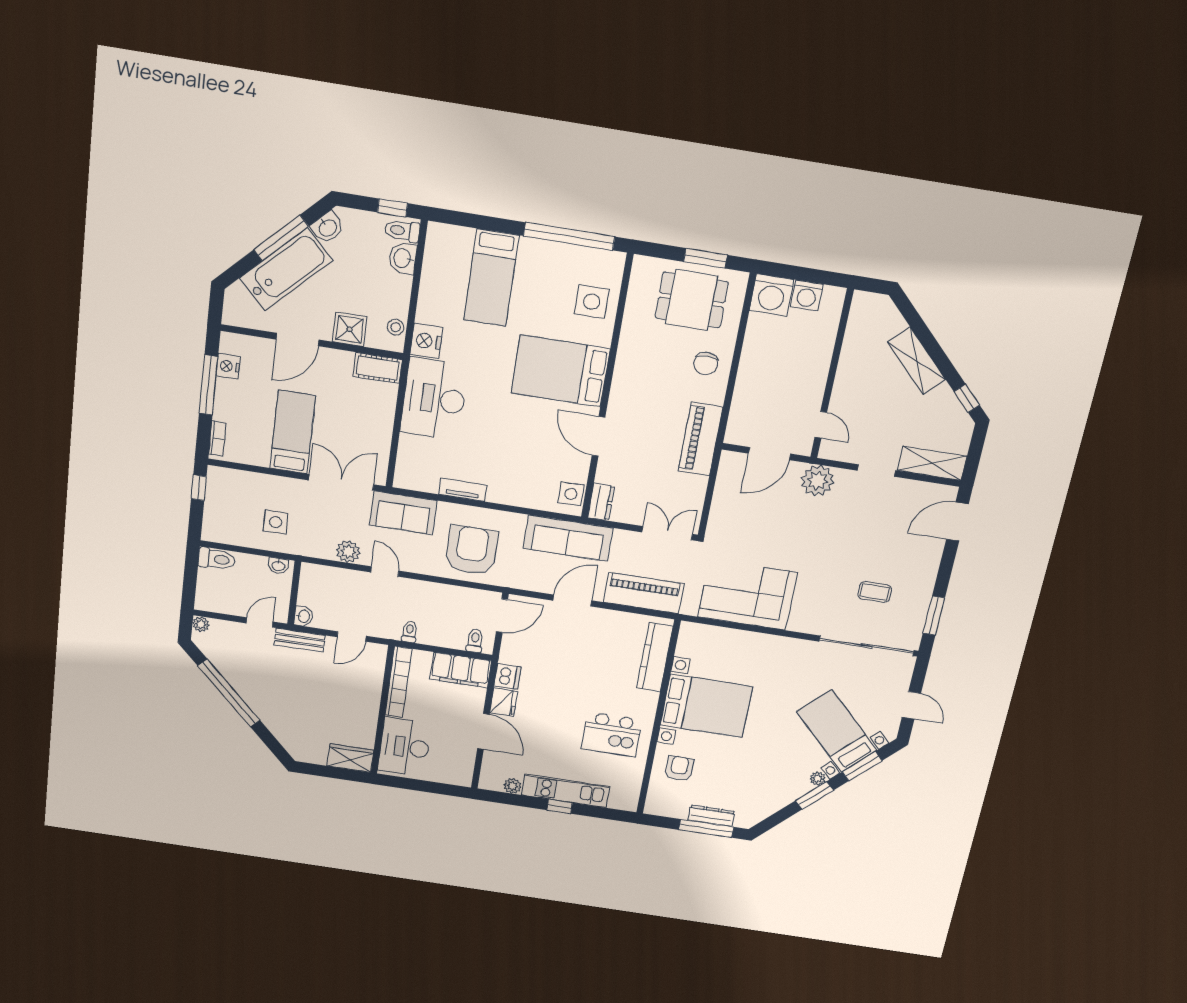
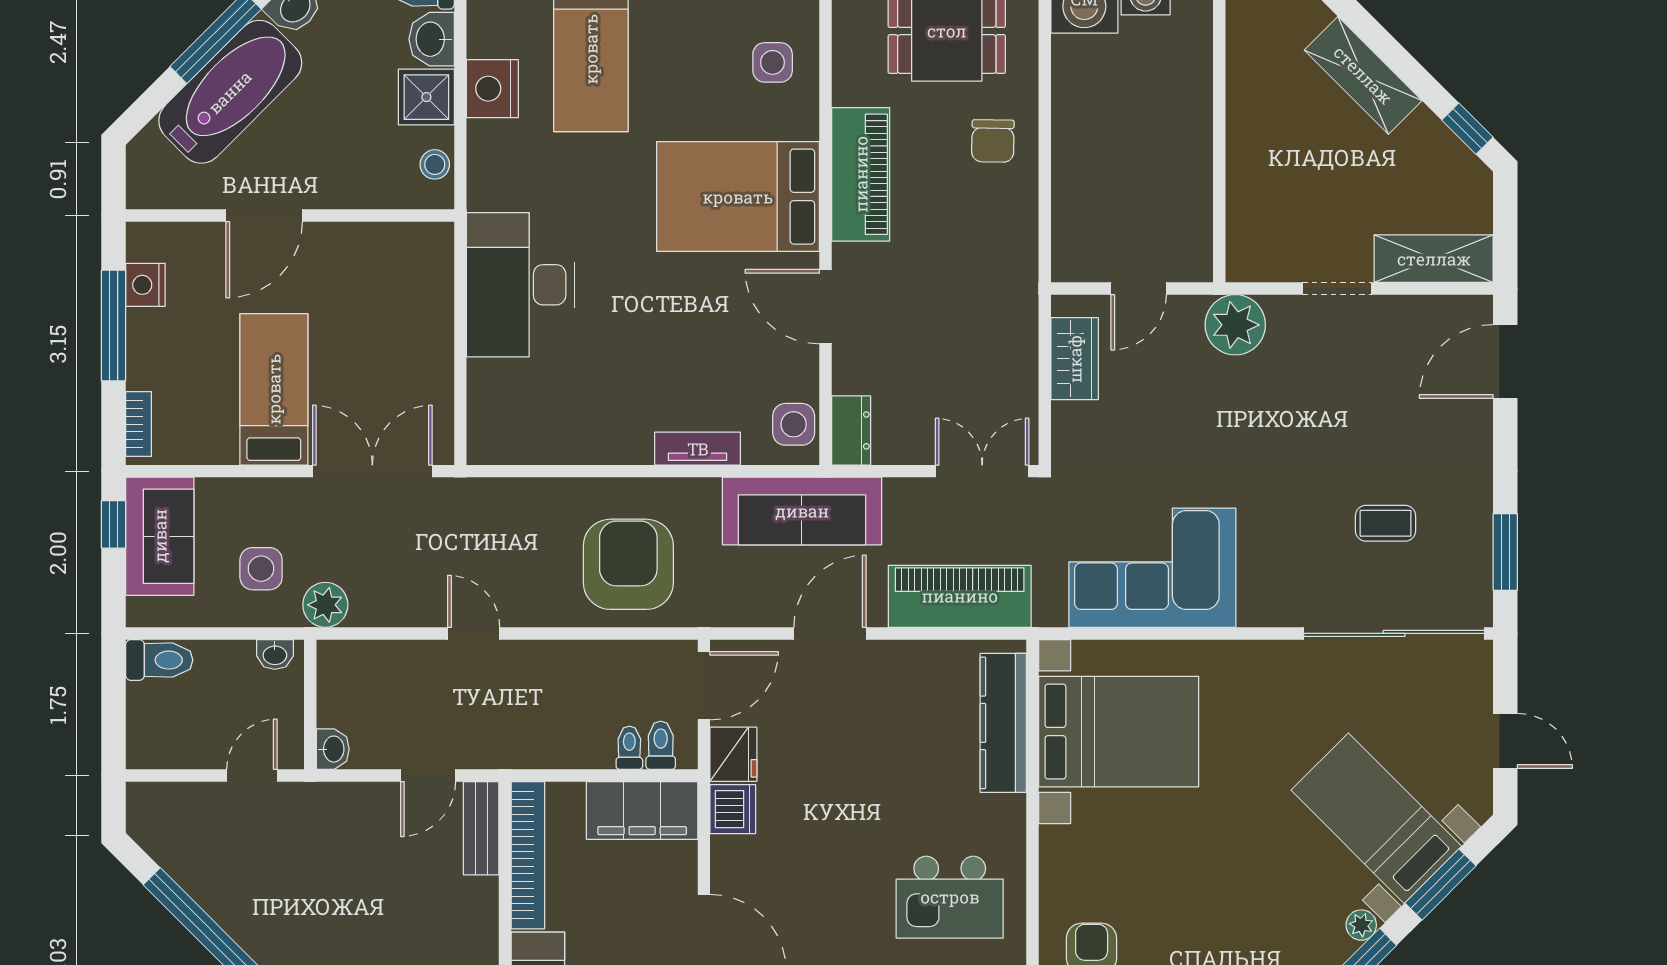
side table: (592, 302) -> (773, 62), width x0.73, depth x0.73
shower: (350, 329) -> (426, 97), moved
nightstand: (426, 341) -> (492, 89), moved
cot: (378, 368) -> (412, 244), removed
door: (821, 425) -> (1219, 220), removed
piano: (701, 439) -> (861, 174), moved, turned 180
door: (770, 454) -> (1139, 289), width x0.73
wardrobe: (728, 484) -> (1075, 359), added
tv unit: (463, 490) -> (698, 449), moved
sofa: (403, 513) -> (160, 536), moved, turned -90
plant: (348, 552) -> (325, 605), moved
plant: (201, 624) -> (142, 798), removed
toilet: (410, 632) -> (629, 748), moved
bench: (300, 640) -> (481, 828), moved, turned 90
fridge: (504, 702) -> (733, 754), moved
bed with nightstands: (706, 706) -> (1119, 732), moved

